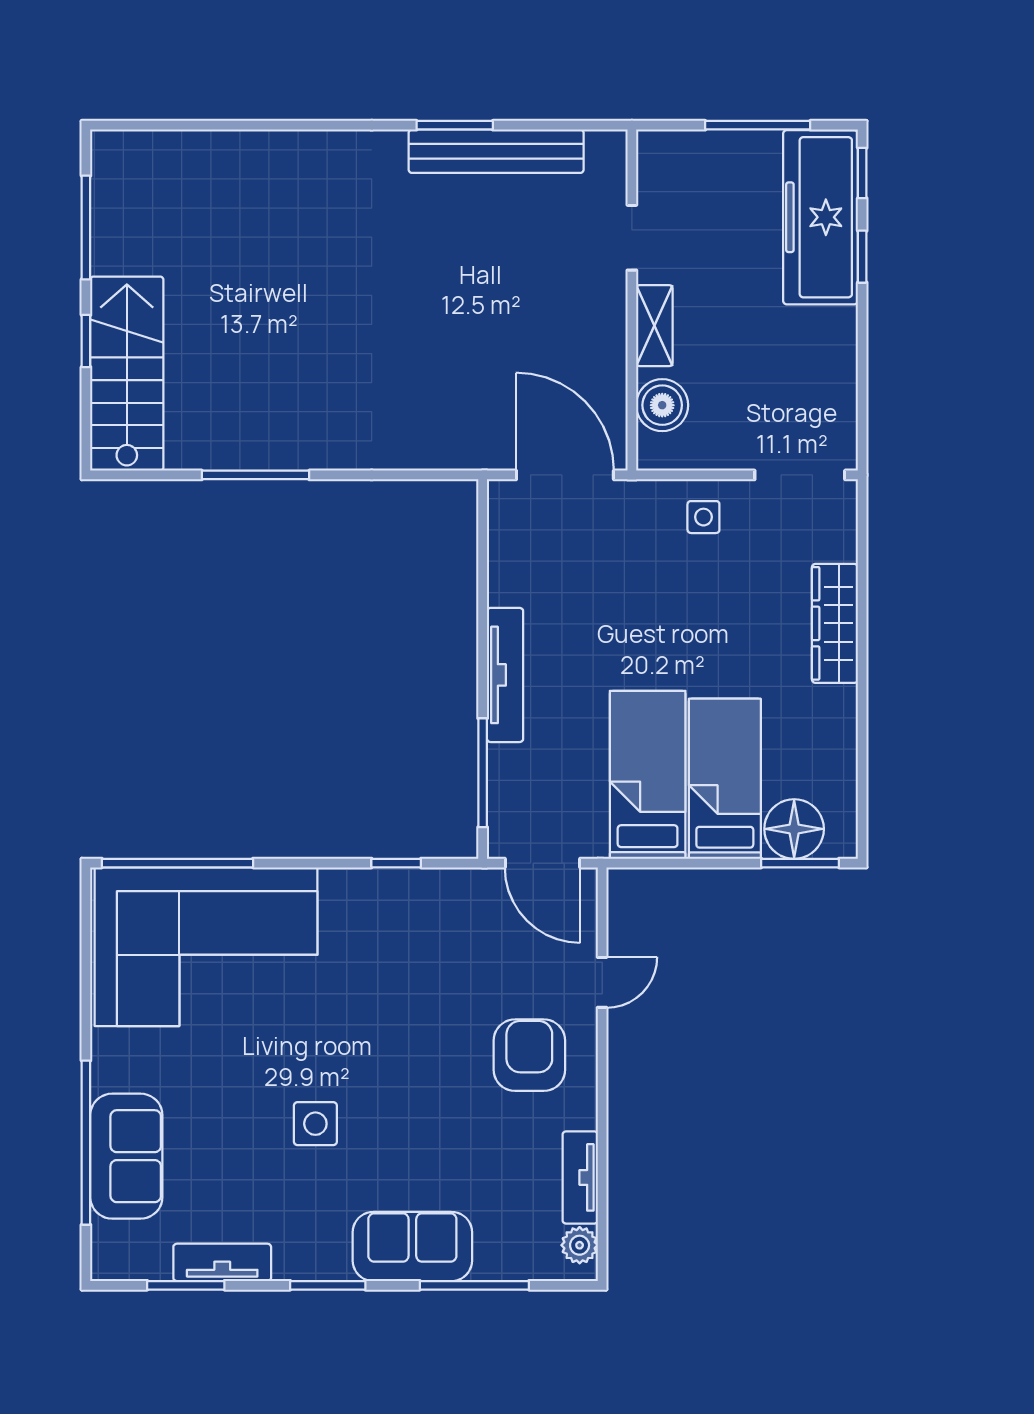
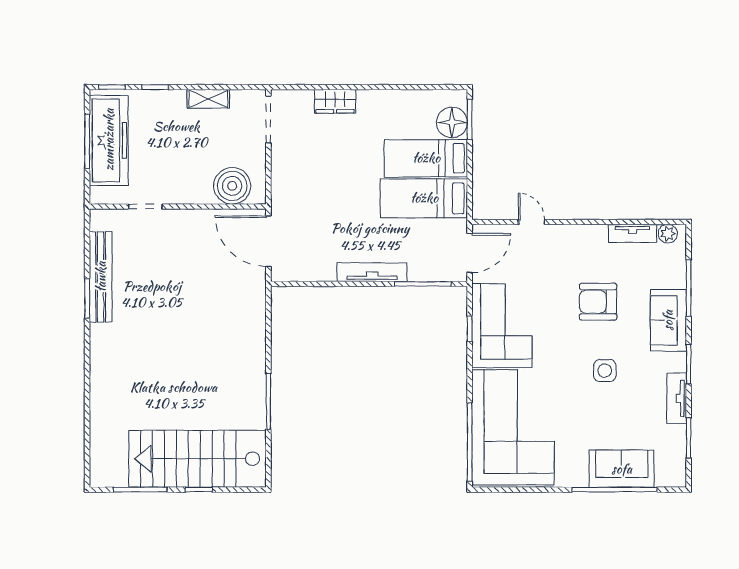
freezer: (821, 217) -> (109, 140), moved, turned -90
shelving: (654, 326) -> (208, 99), moved
stairs: (127, 374) -> (198, 459), width x1.36, depth x1.51
boiler: (662, 405) -> (232, 186), width x1.37, depth x1.37
door: (565, 475) -> (268, 241), hinge flipped
side table: (703, 517) -> (290, 169), removed
wardrobe: (835, 623) -> (335, 101), width x0.67
corner sofa: (402, 925) -> (502, 326), added
armchair: (529, 1055) -> (598, 302), moved
tv unit: (222, 1262) -> (677, 398), moved

